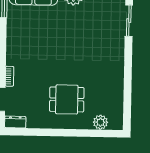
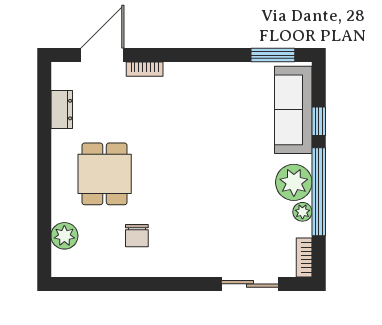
chair: (101, 82) -> (137, 236), added
dresser: (15, 122) -> (62, 110), moved

